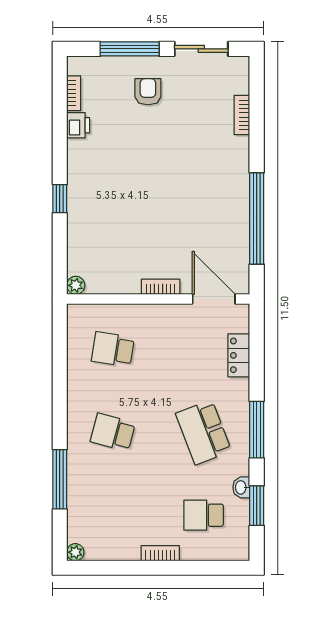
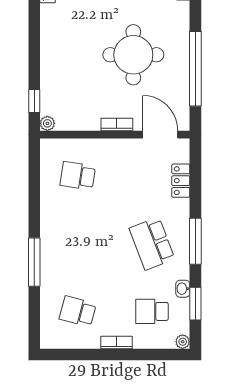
window: (60, 199) -> (34, 101), moved
round table: (181, 202) -> (133, 55), added
school desk: (113, 432) -> (78, 311), moved
window: (60, 479) -> (34, 262), moved
plant: (75, 552) -> (183, 342), moved

